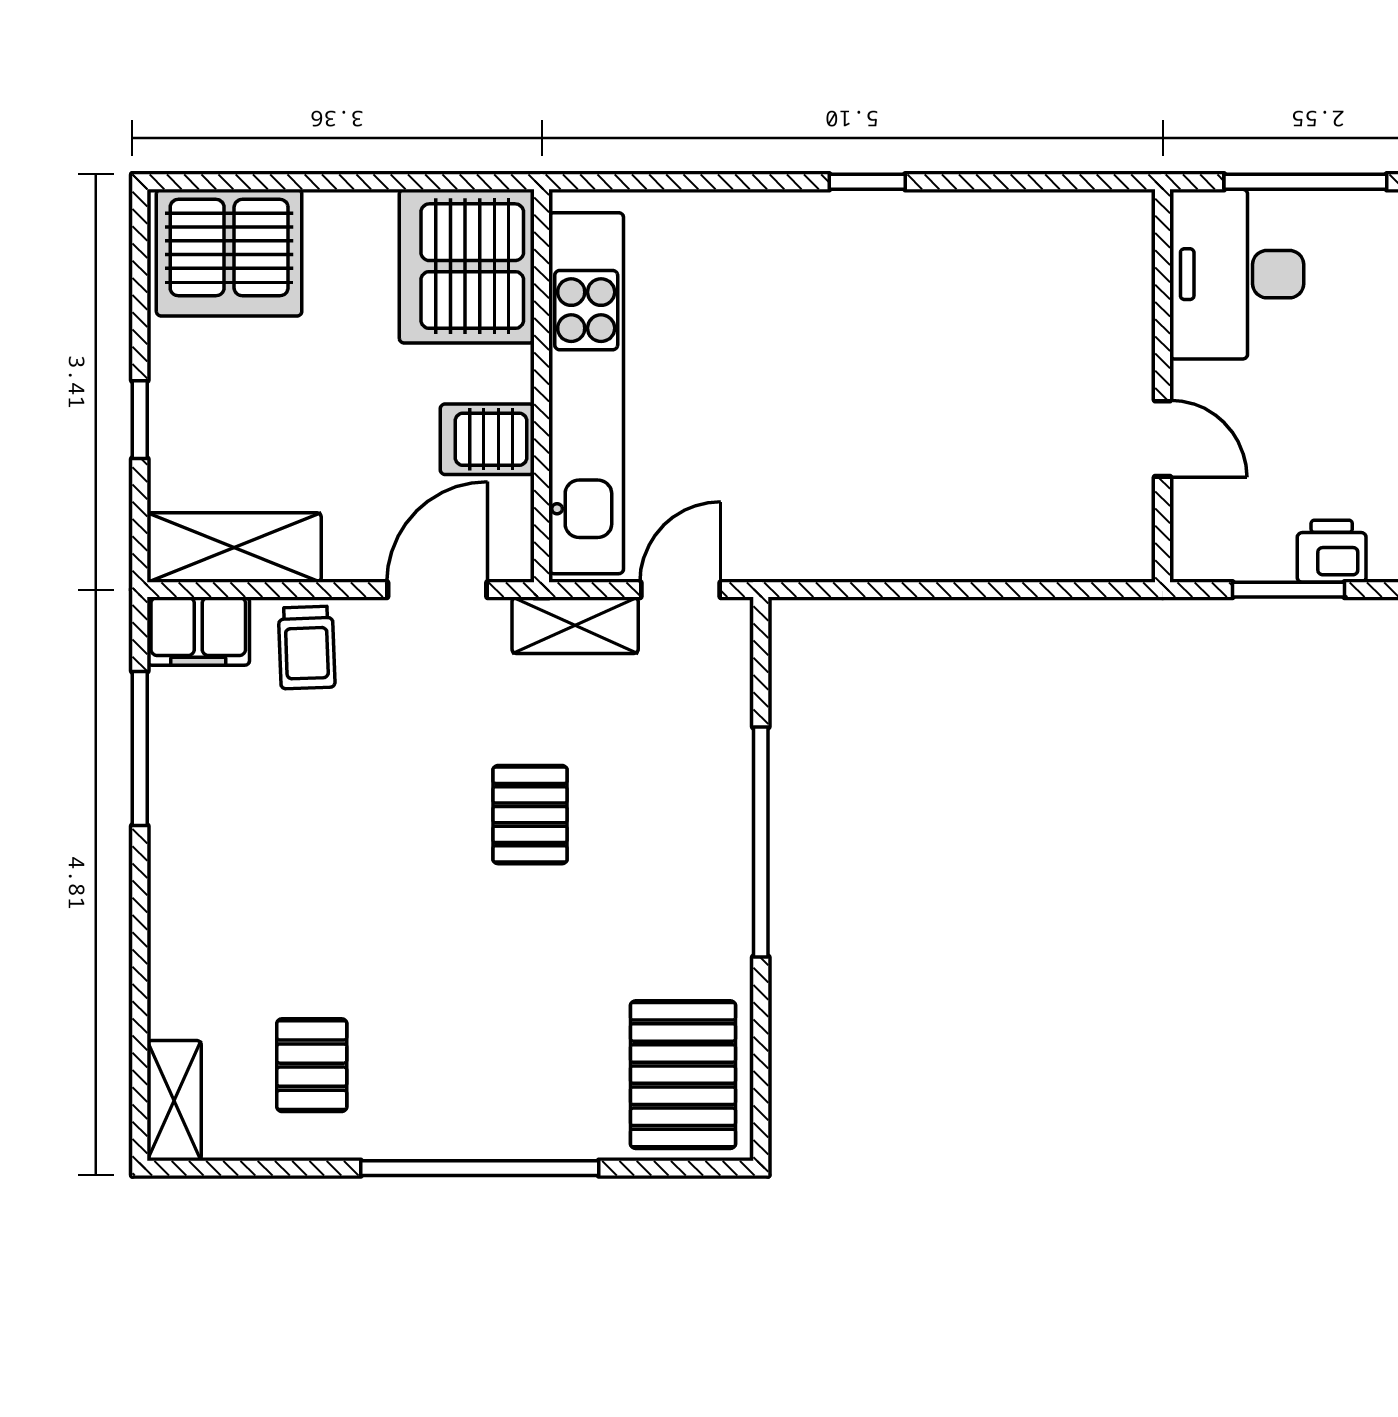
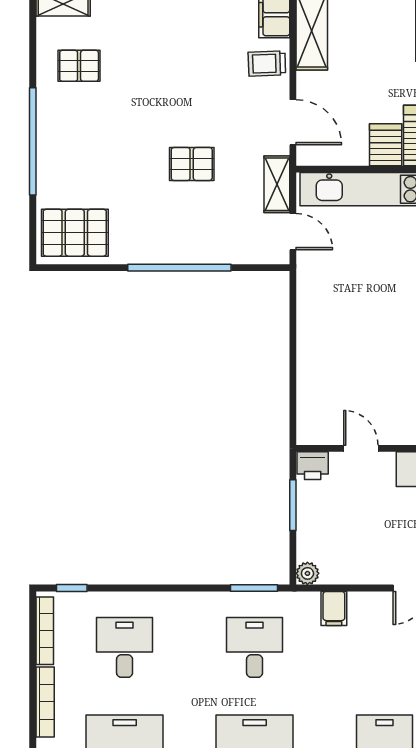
server rack: (487, 439) -> (386, 145), moved
door: (1163, 439) -> (361, 448), swing flipped
printer: (1332, 551) -> (313, 466), moved, turned 90

